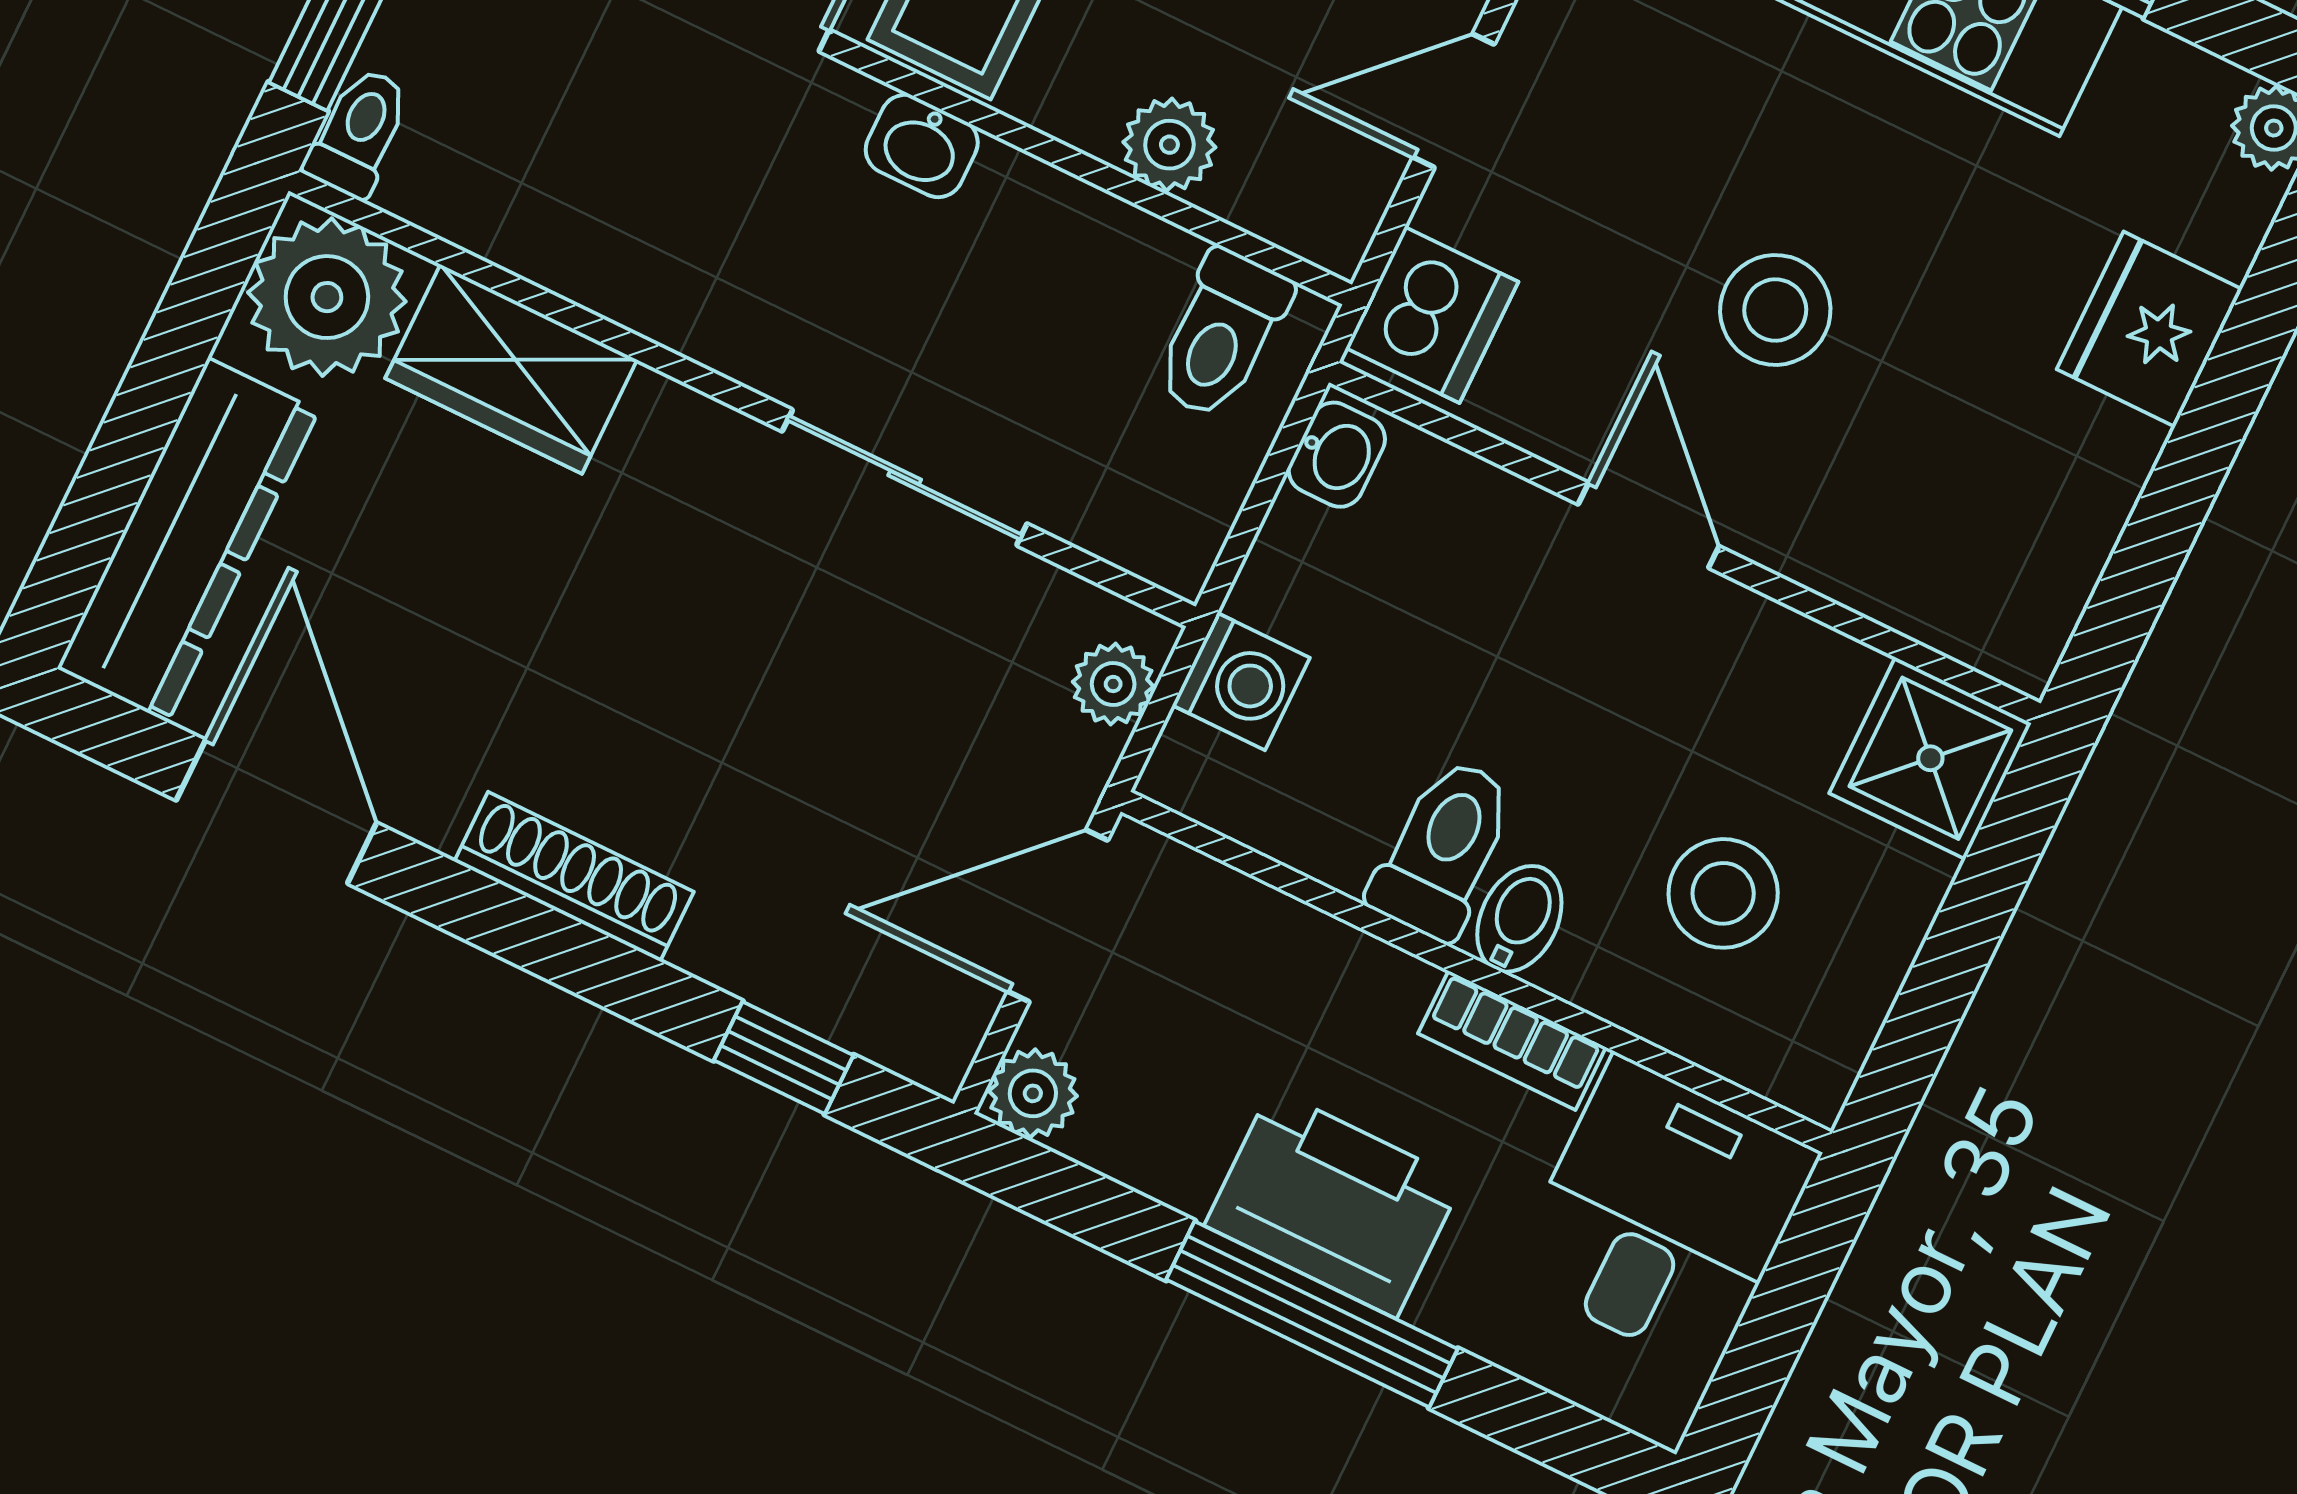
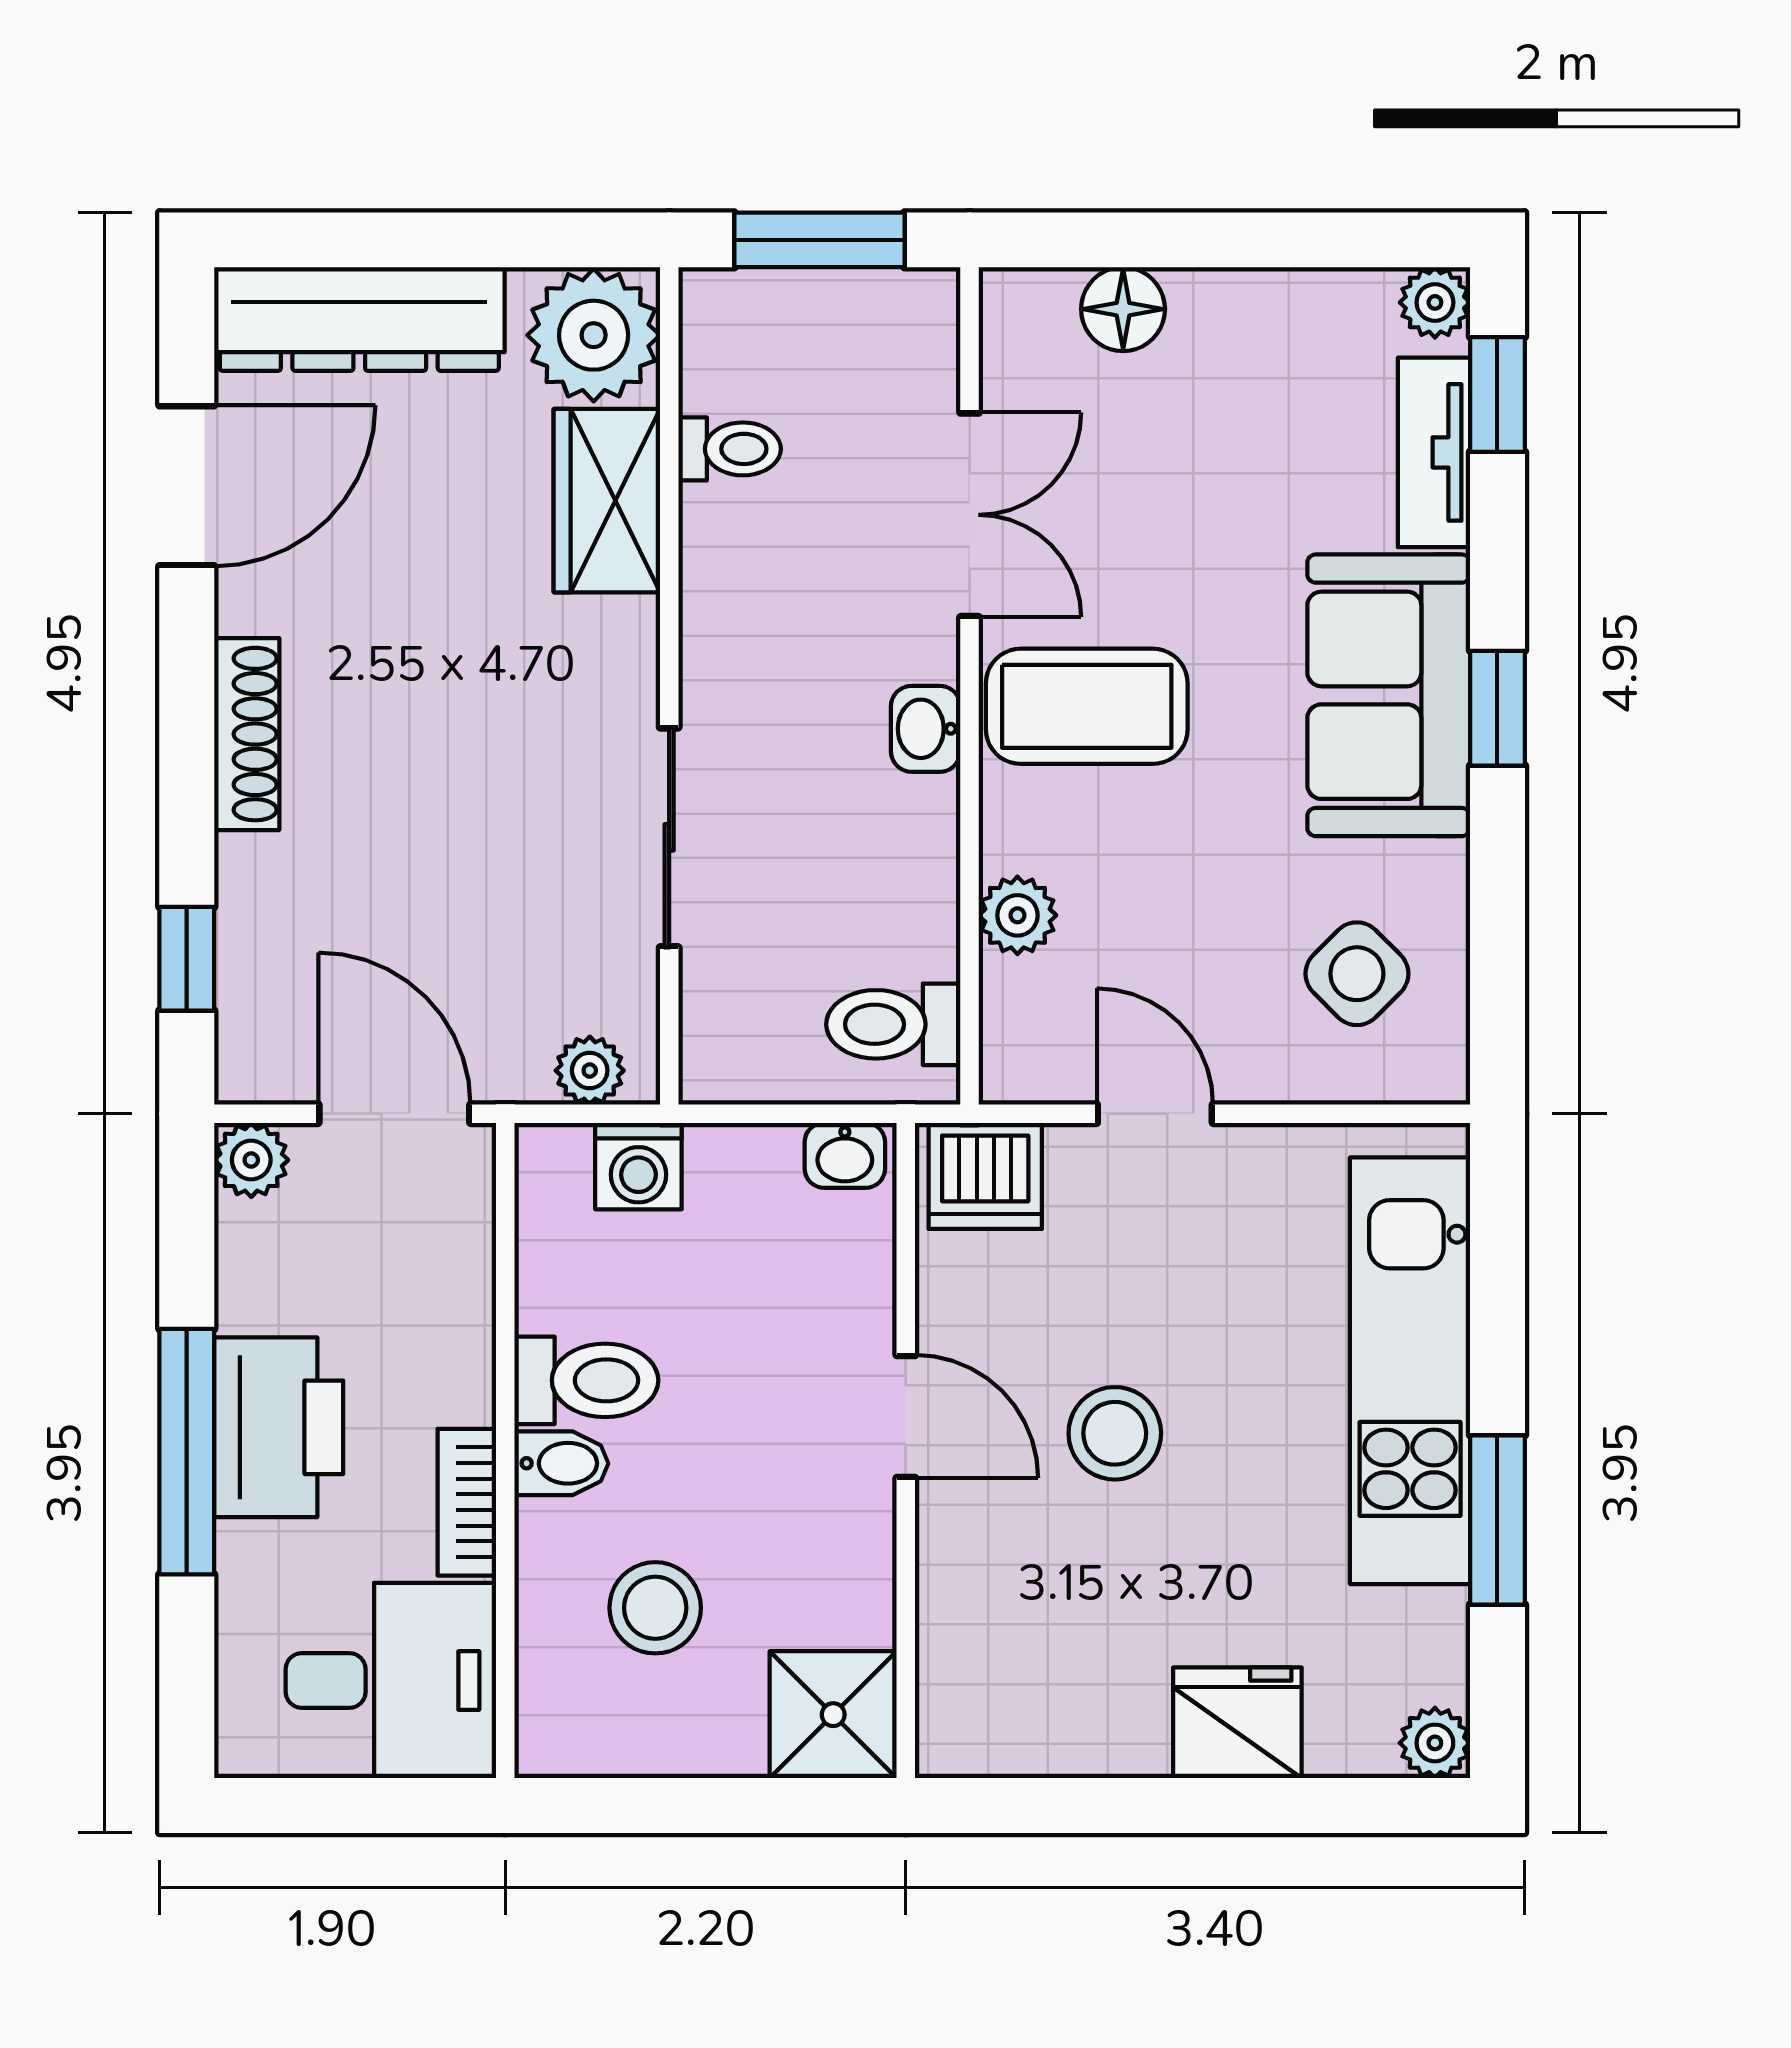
toilet: (359, 132) -> (730, 449), moved
door: (1649, 525) -> (906, 1417), hinge flipped

